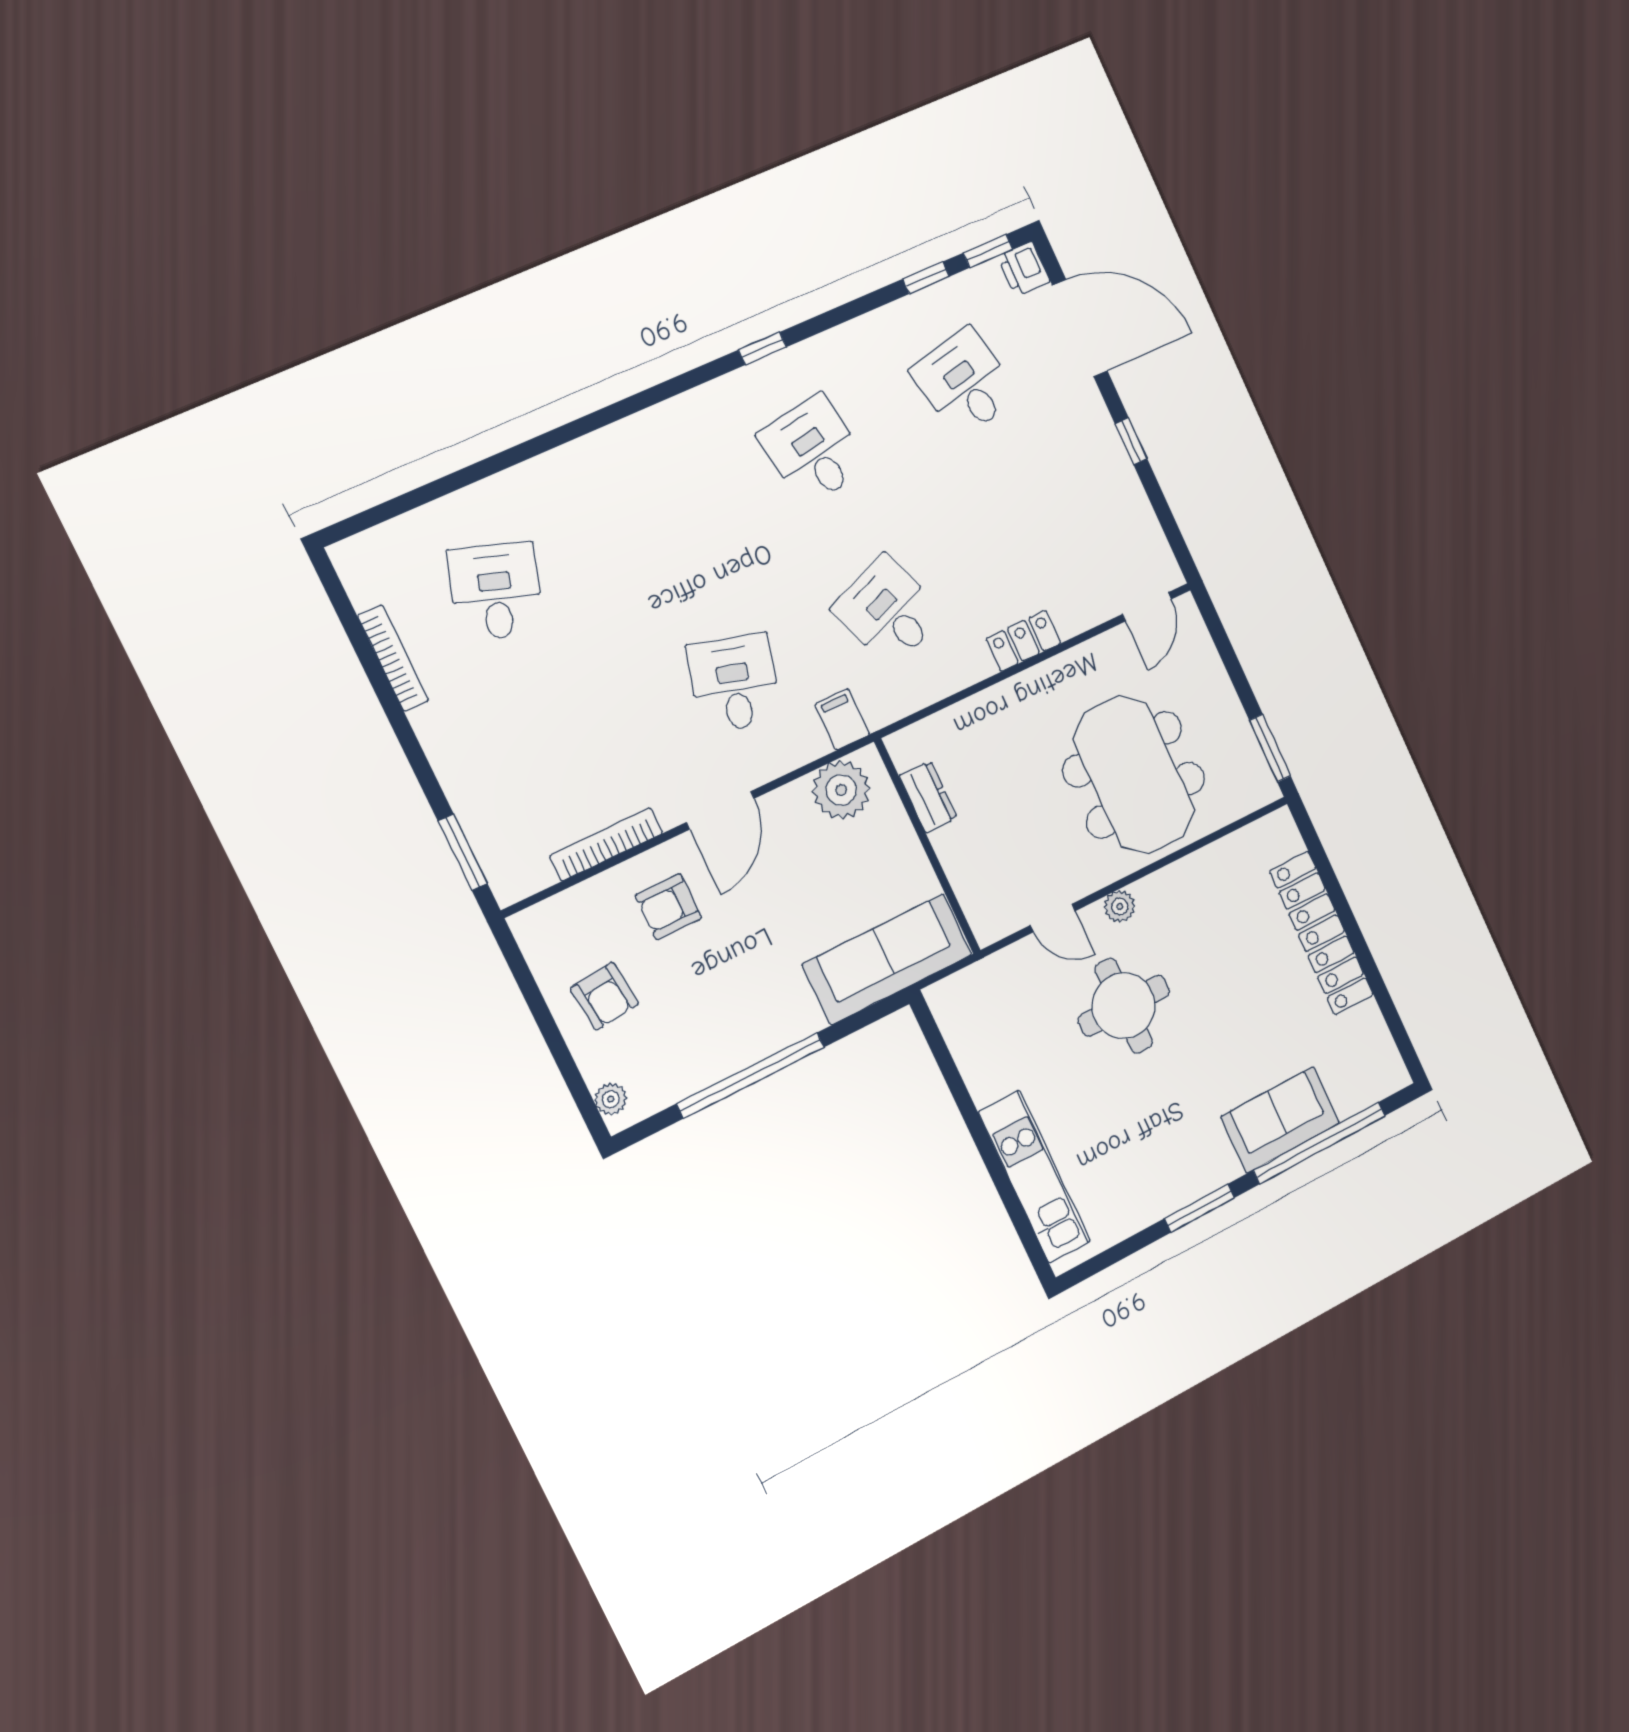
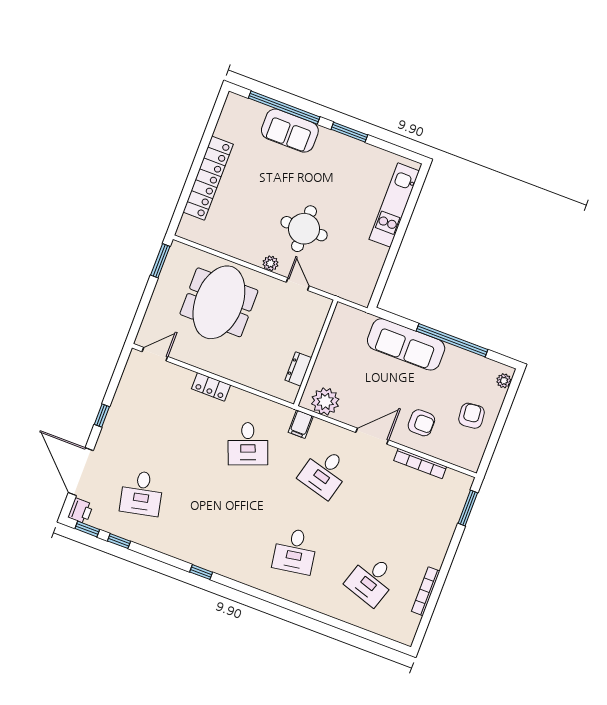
desk: (813, 450) -> (295, 551), moved
sofa: (887, 959) -> (406, 344), moved

